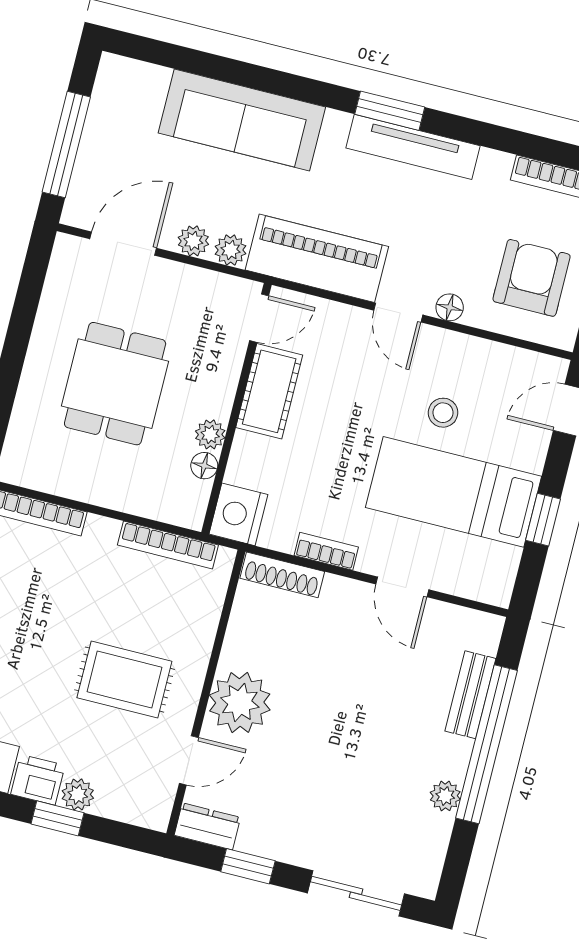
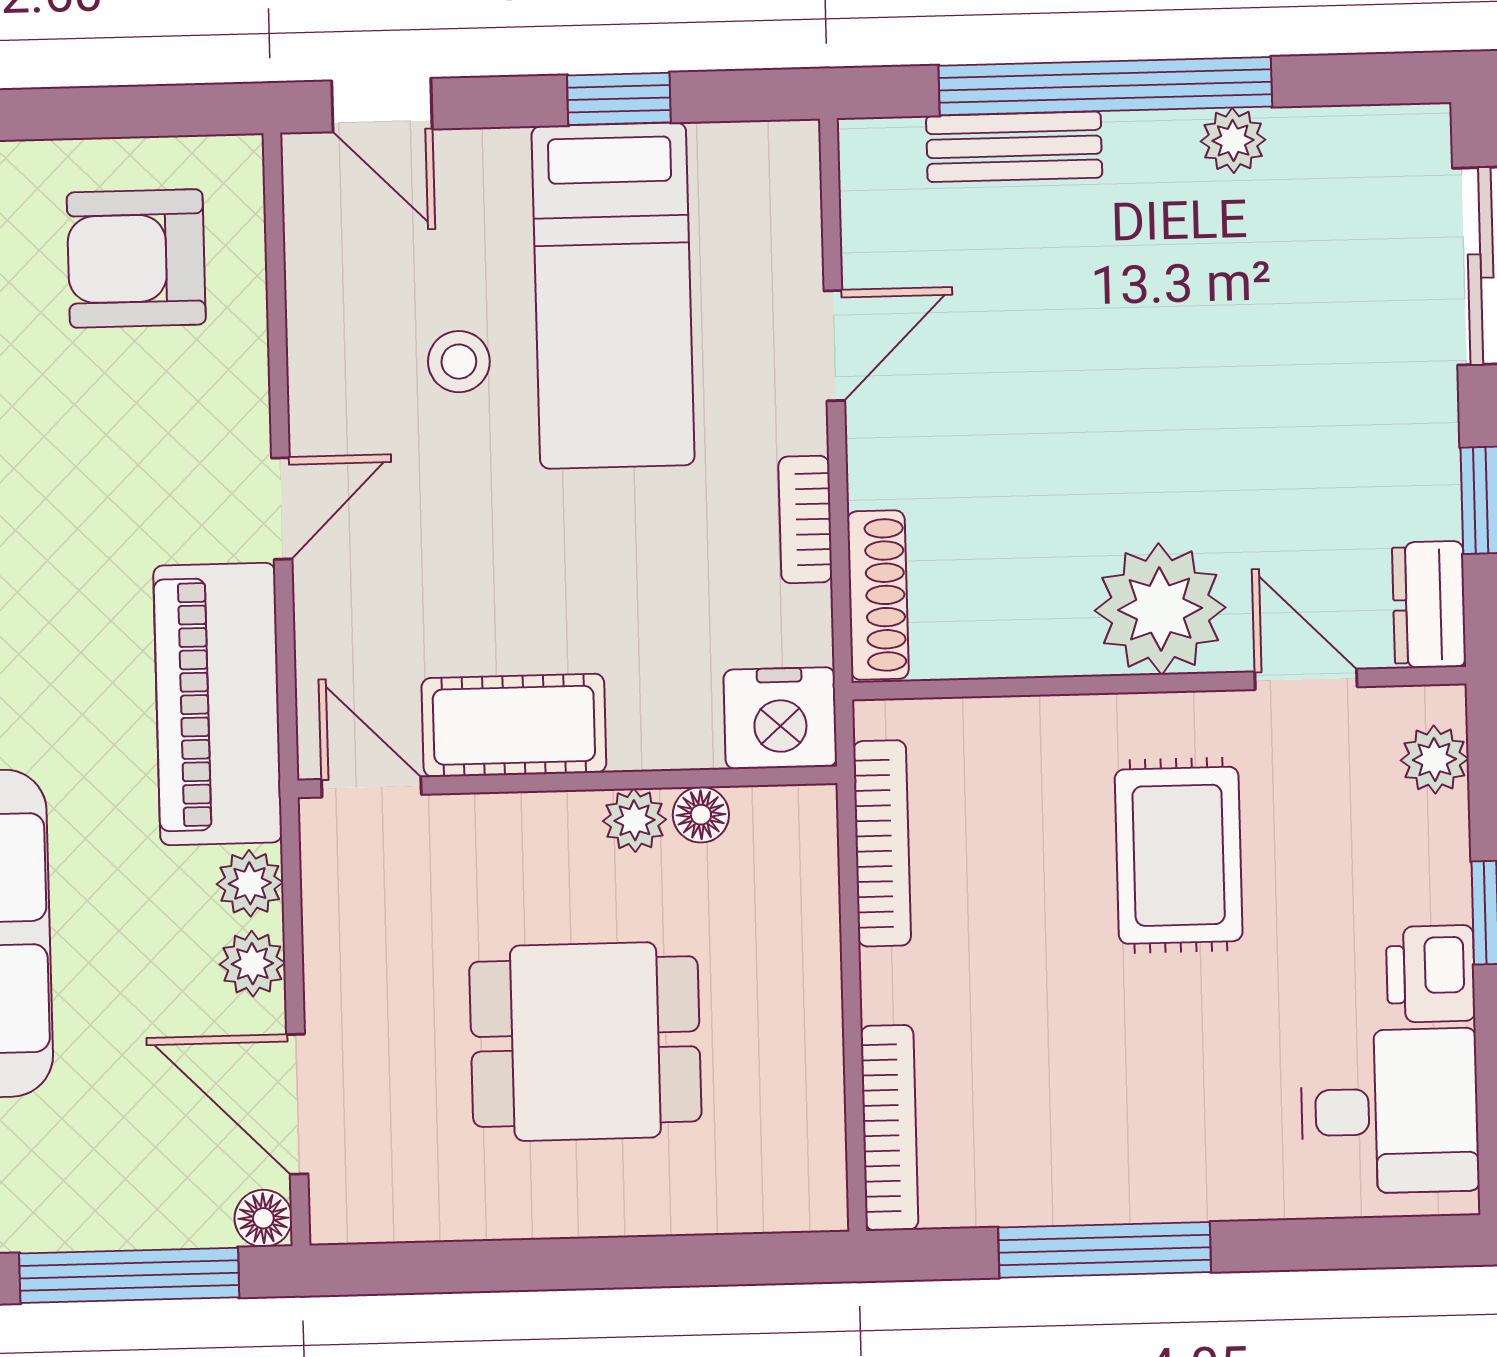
floor lamp: (450, 307) -> (263, 1218), moved
plant: (78, 794) -> (1434, 759), moved

